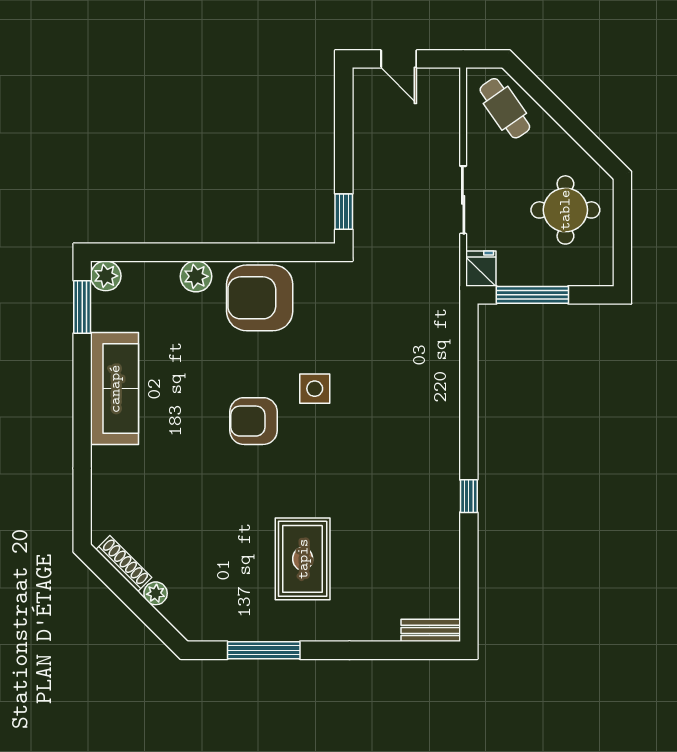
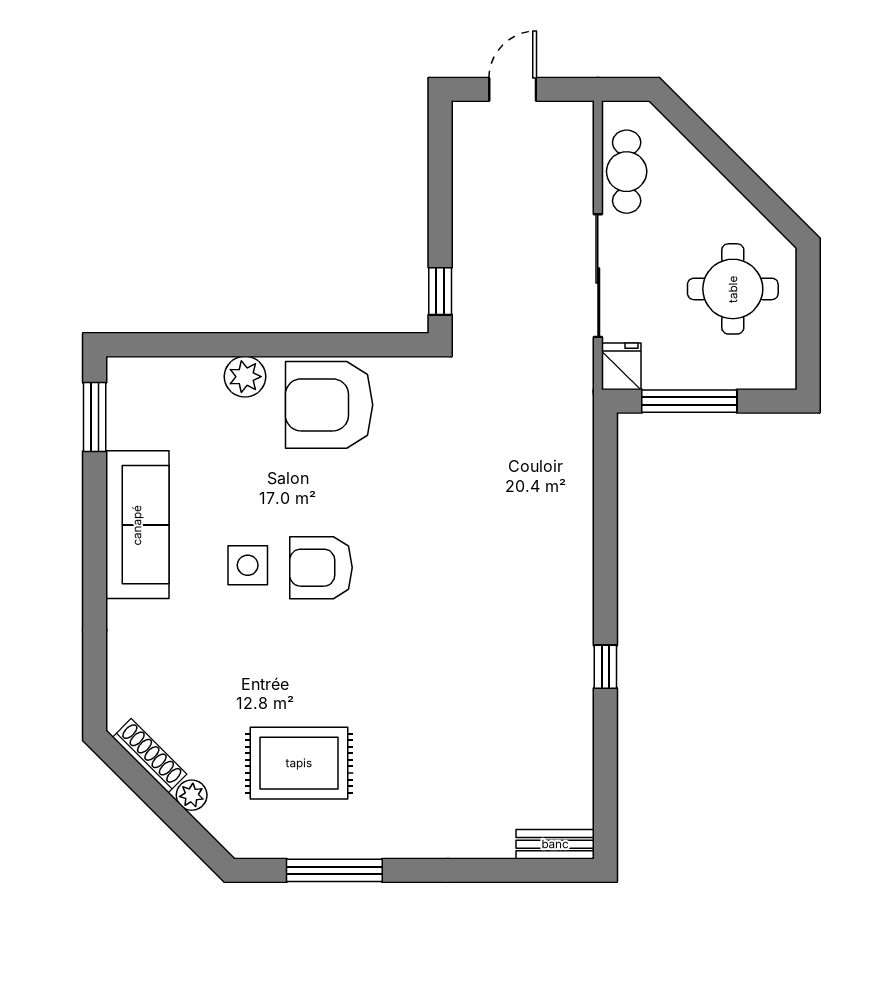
door: (399, 59) -> (513, 89), swing flipped
cafe table: (505, 108) -> (627, 172), moved, turned 35
sliding door: (463, 200) -> (598, 276), width x1.37
plant: (106, 276) -> (126, 376), removed
side table: (315, 389) -> (248, 565), moved
rug: (303, 559) -> (299, 763), moved, turned 90

